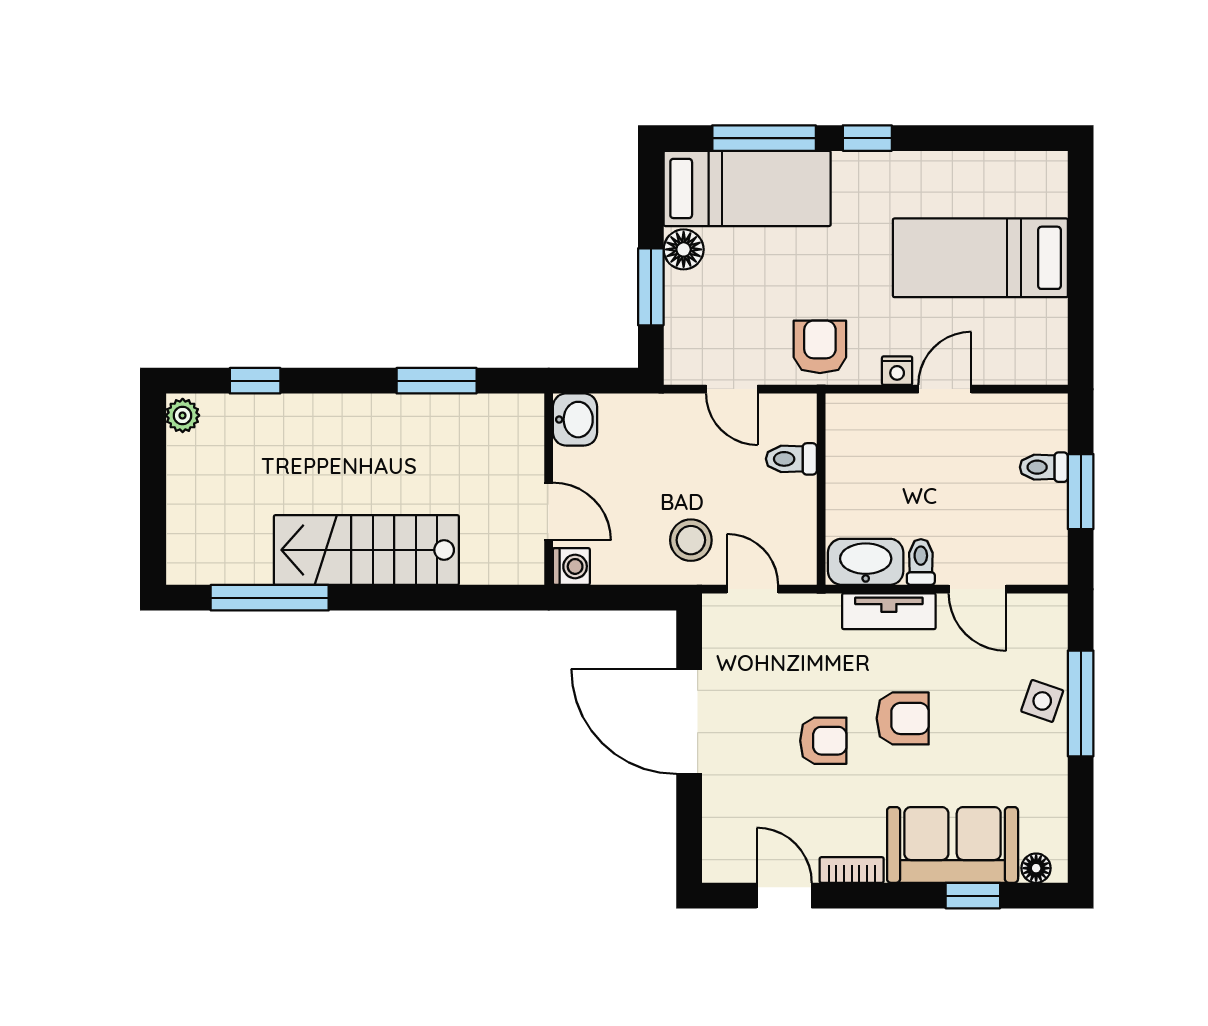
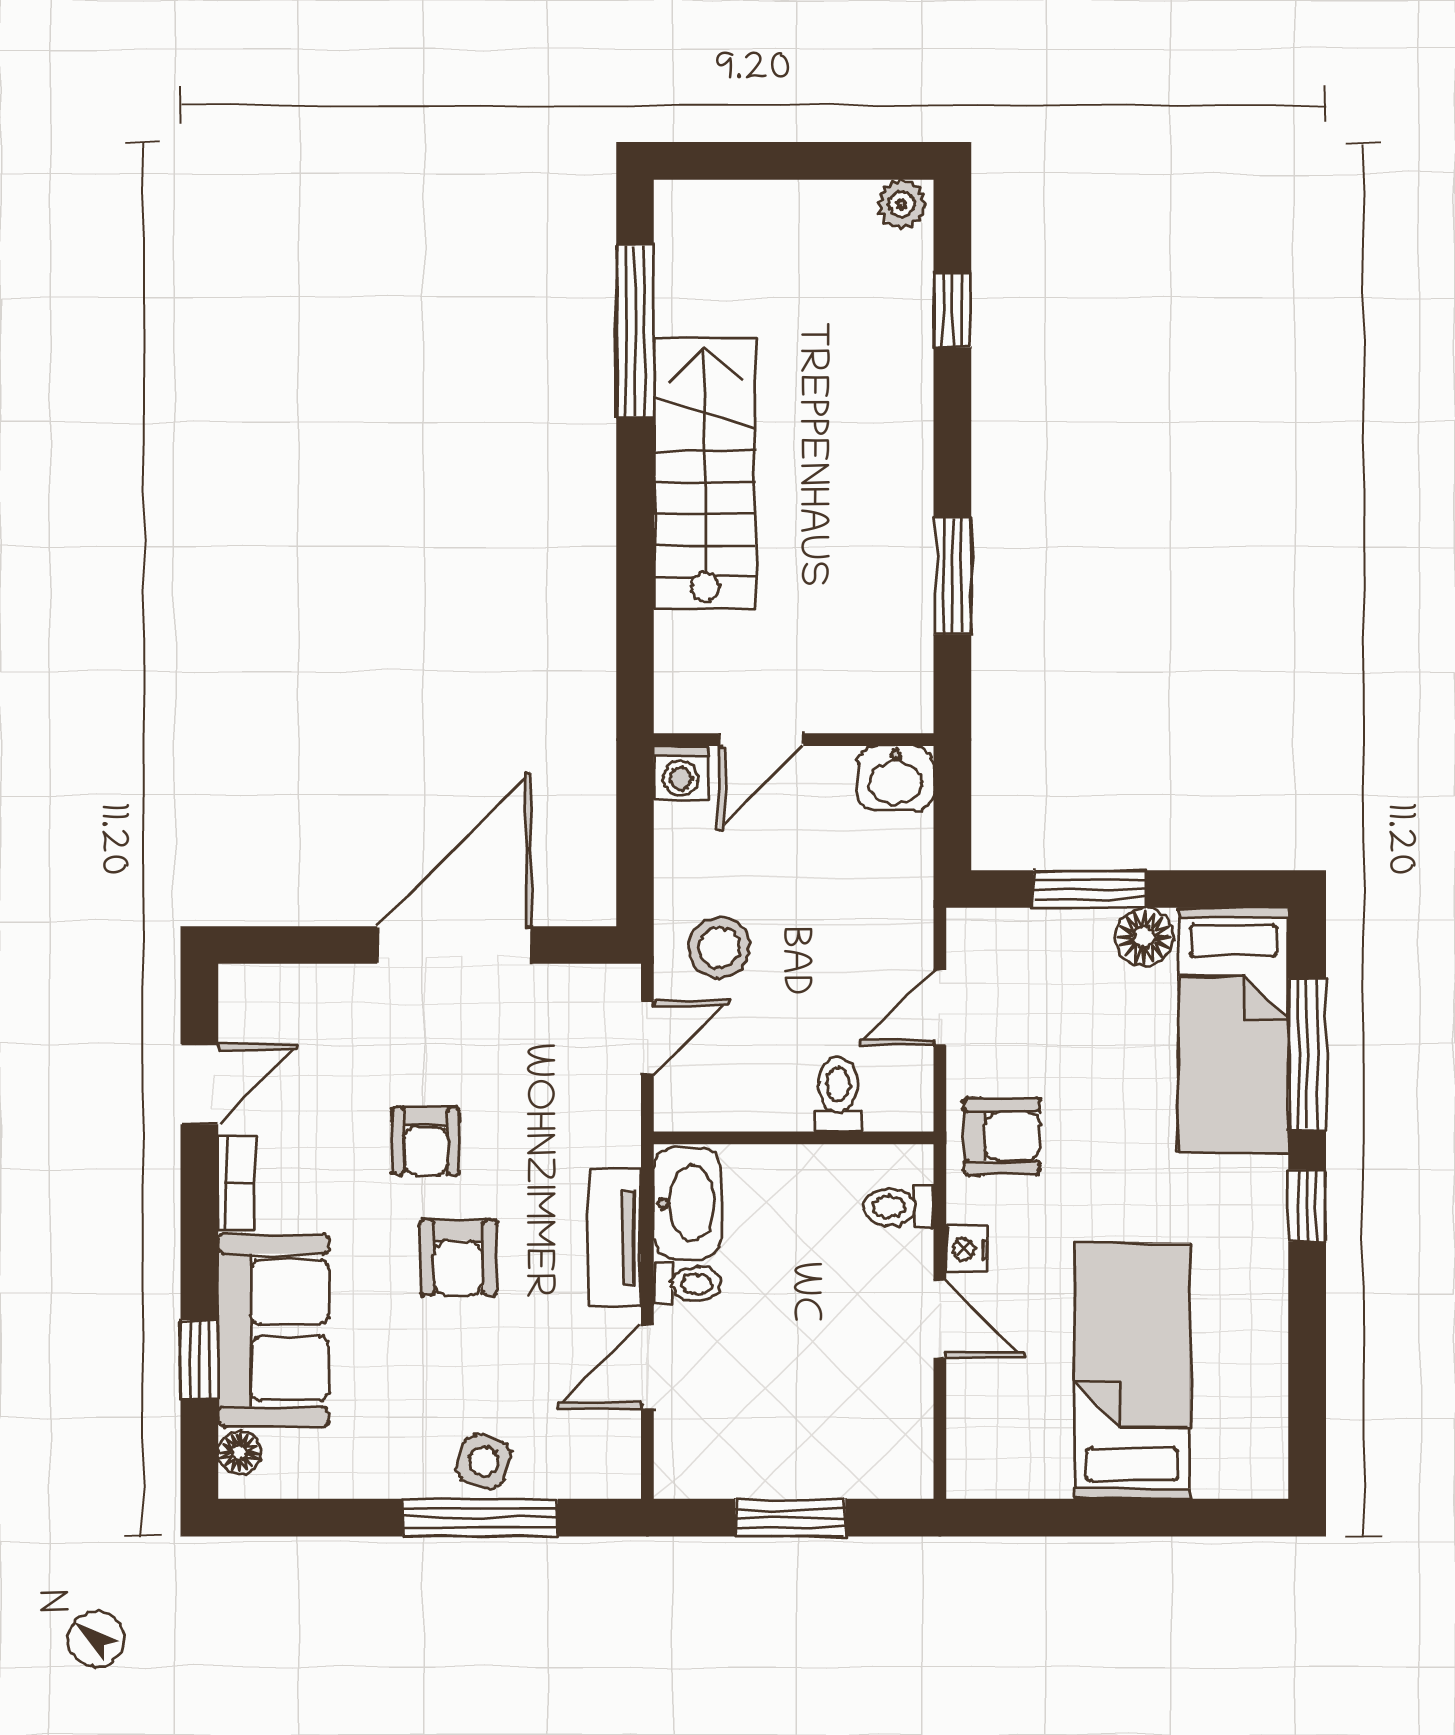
toilet: (1044, 467) -> (899, 1207), moved, turned -90

